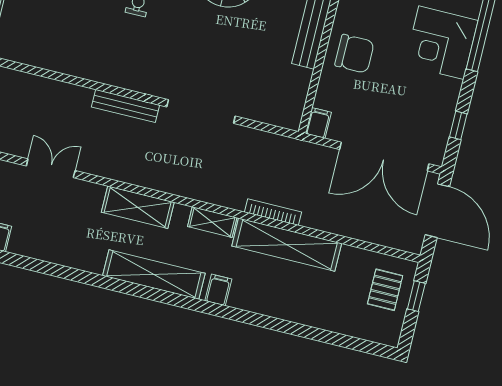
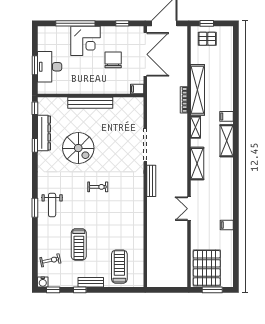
chair: (354, 54) -> (113, 60), moved
shelving: (154, 275) -> (227, 141), width x0.68

